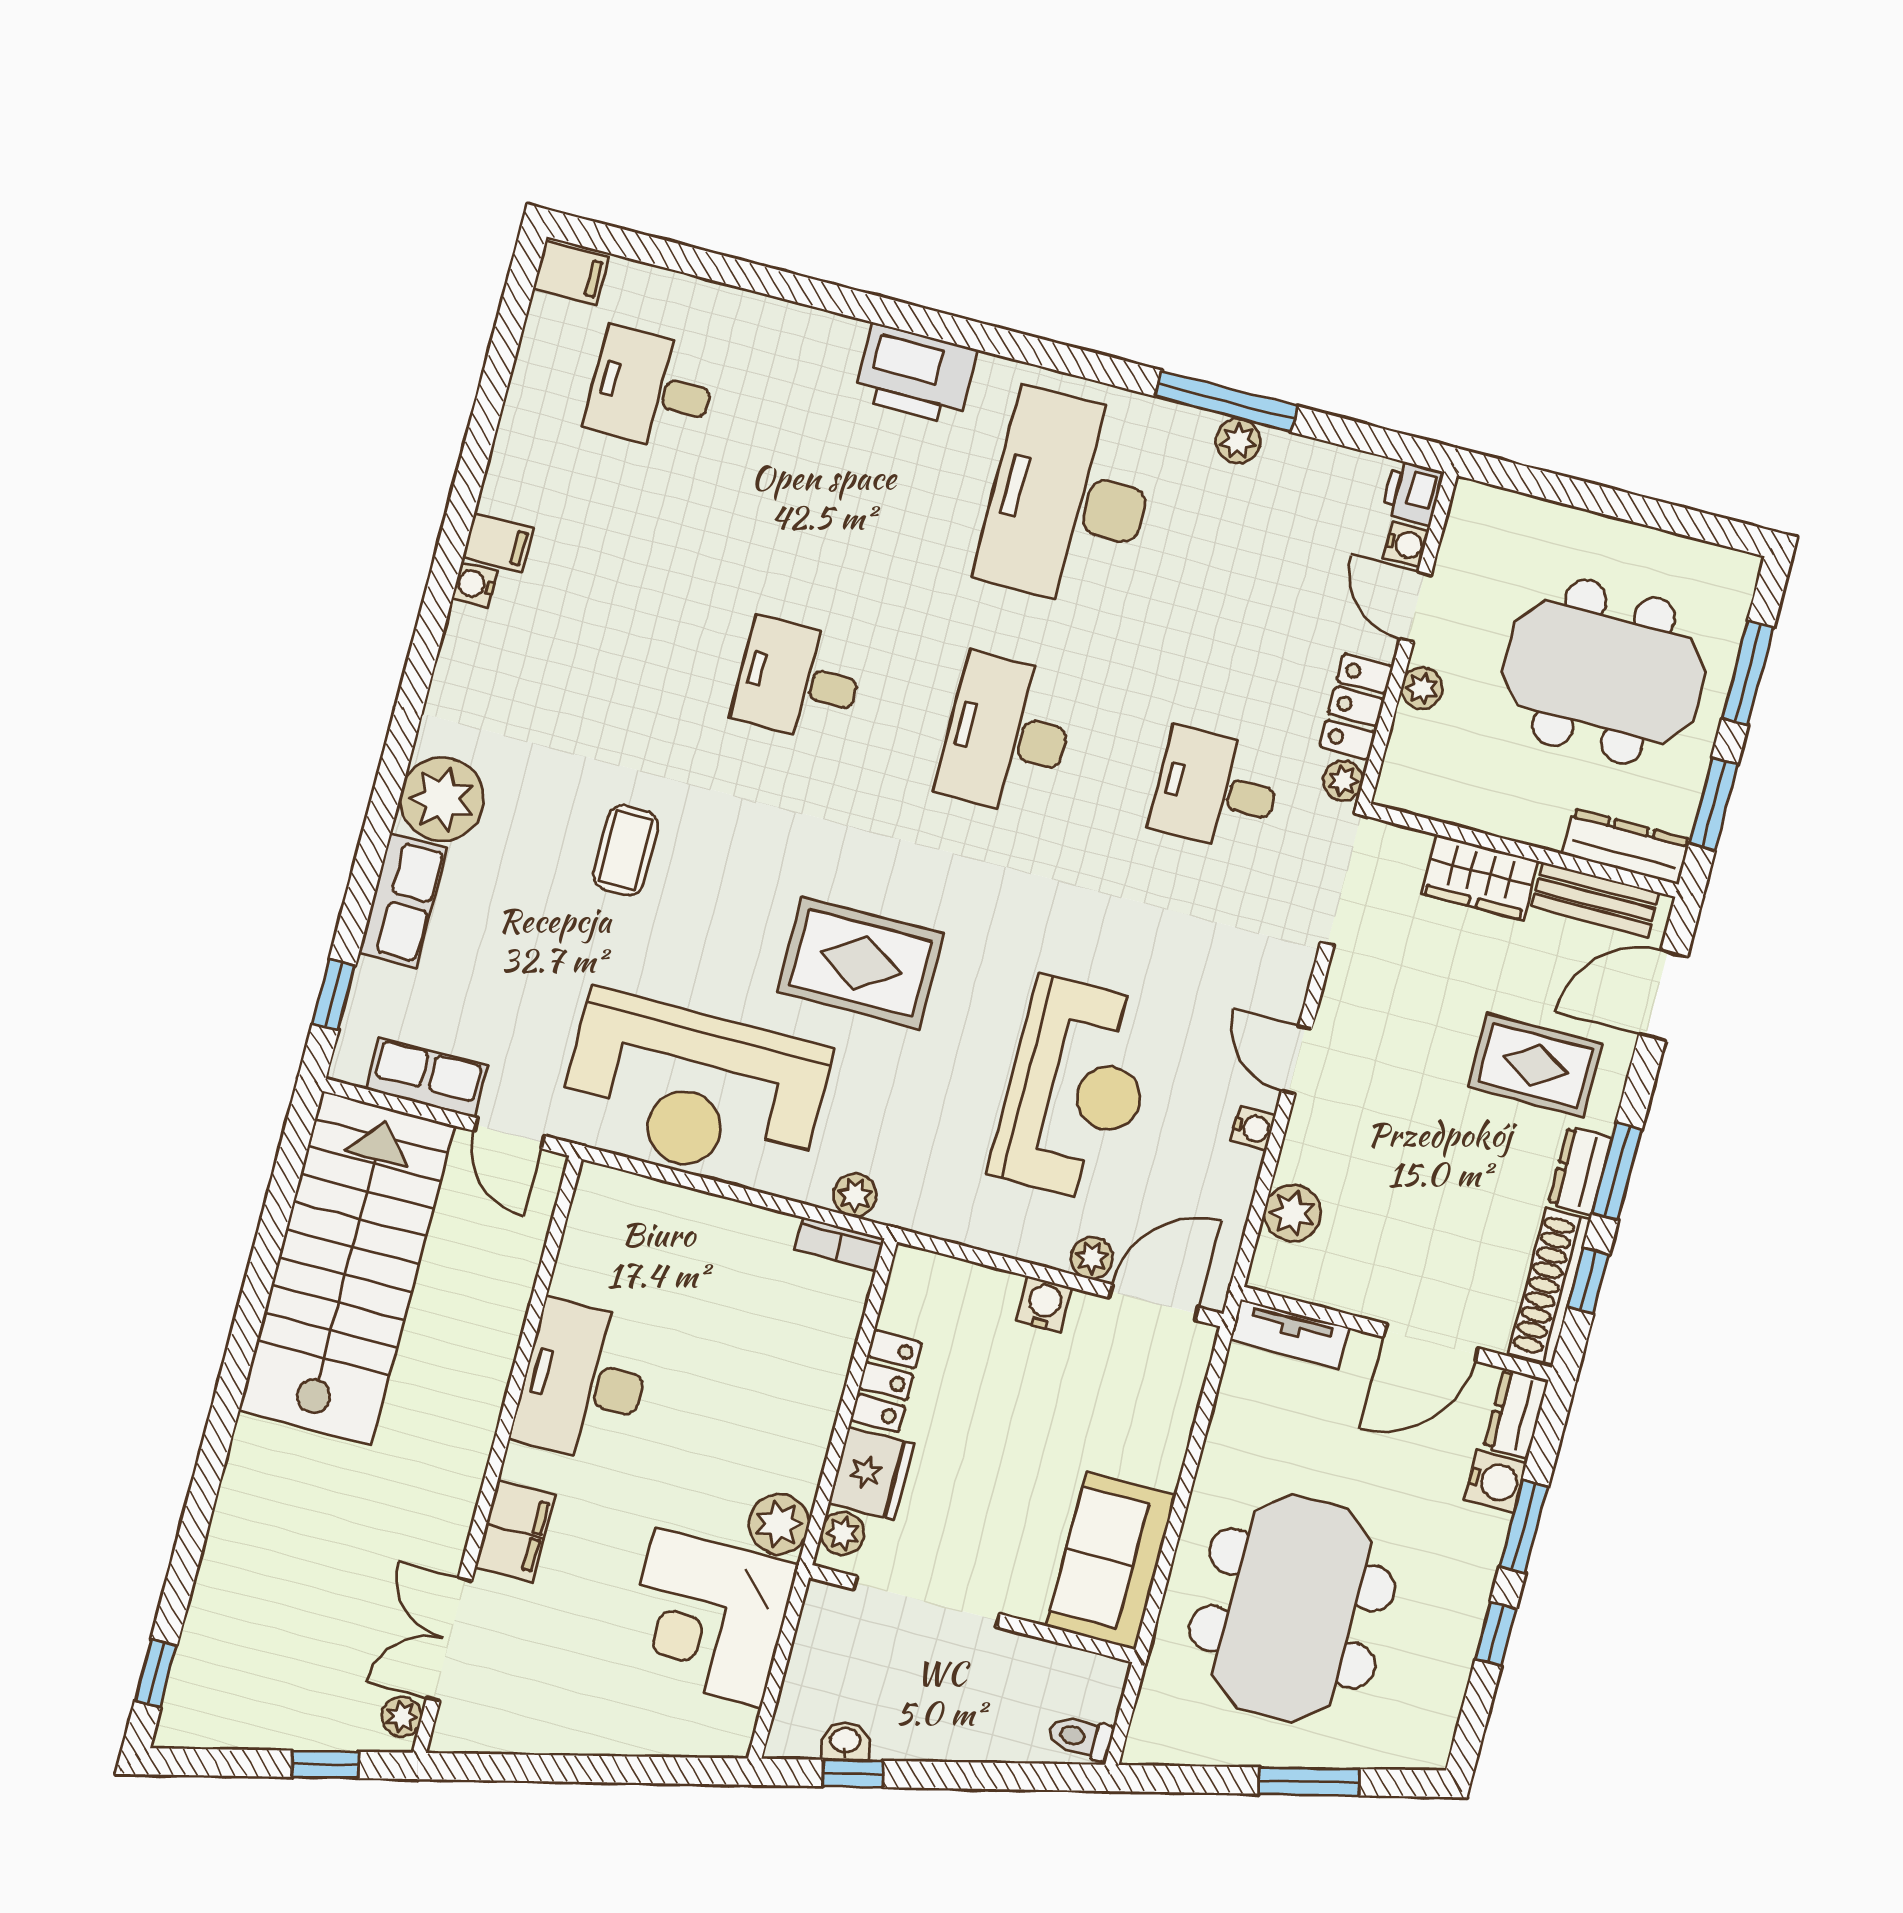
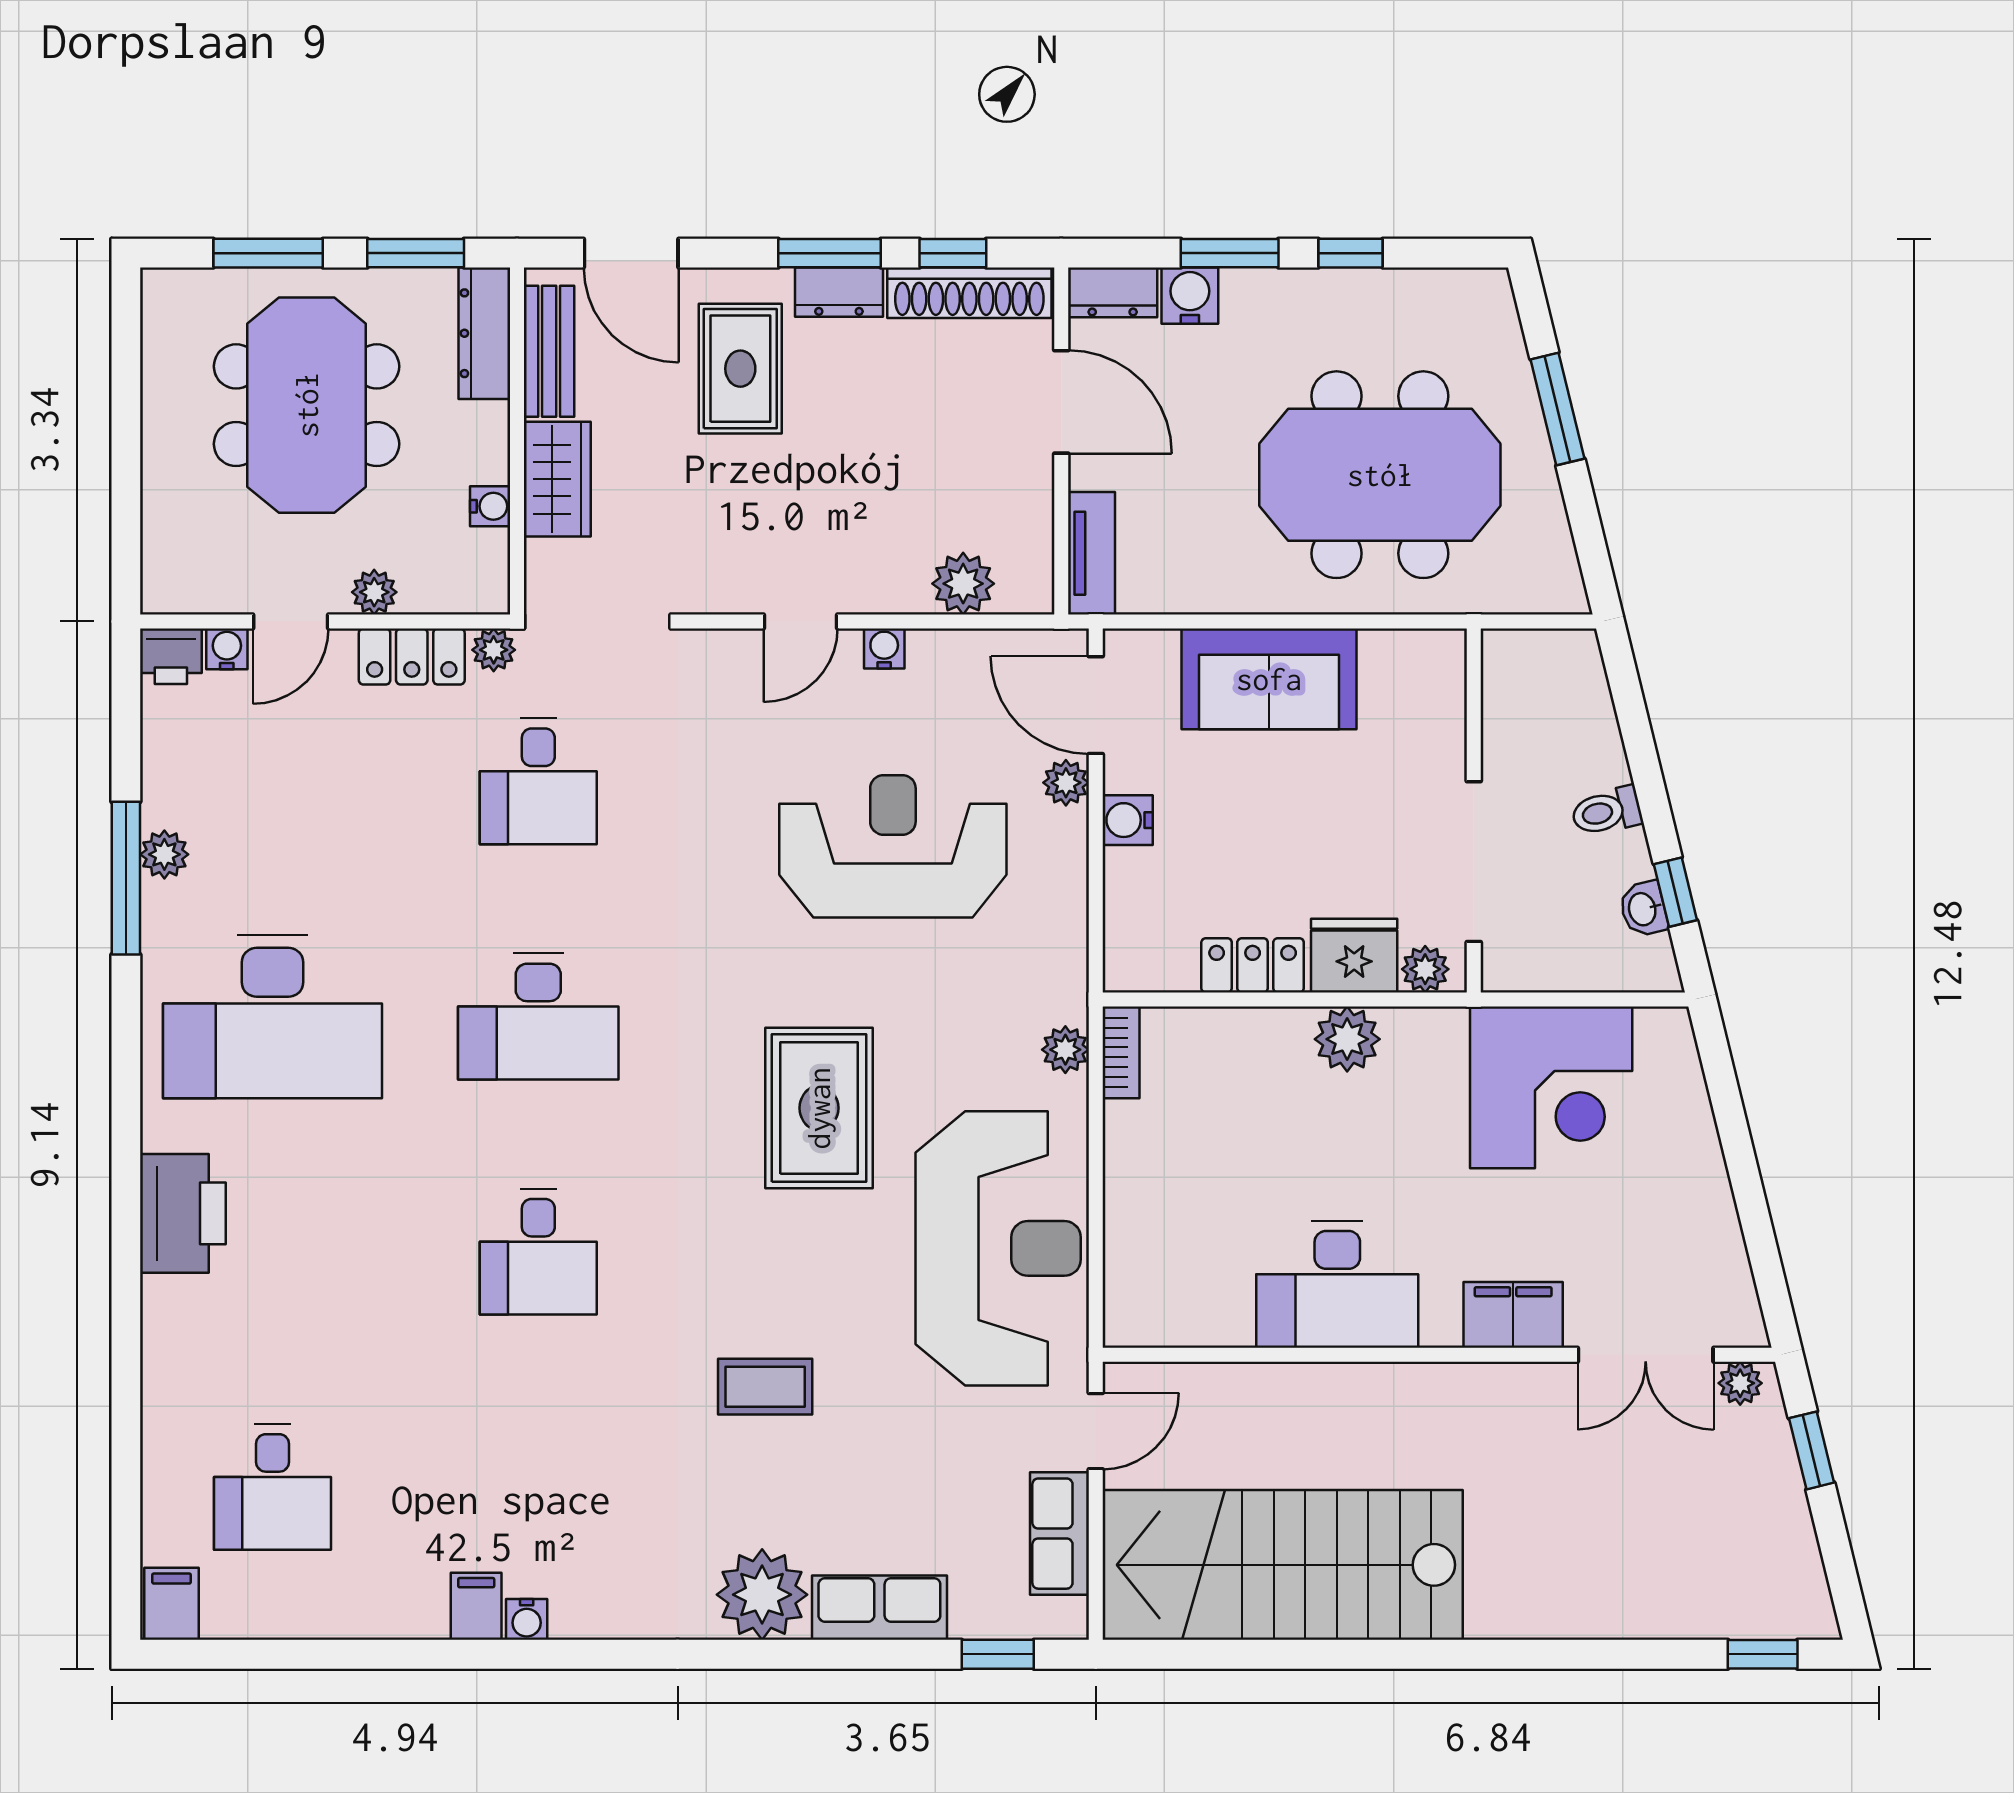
water cooler: (1471, 811) -> (490, 506), added
plant: (779, 1524) -> (1347, 1039), moved
sofa: (1111, 1561) -> (1269, 679), moved
toilet: (1081, 1737) -> (1607, 811), moved, turned 76

